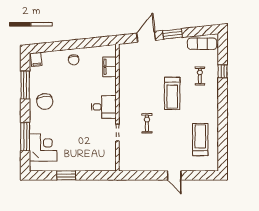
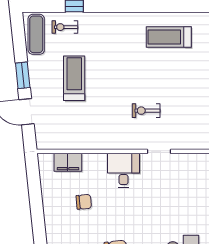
chair: (74, 60) -> (84, 202), moved
exercise bike: (200, 76) -> (65, 27), moved
treadmill: (172, 93) -> (74, 78), moved, turned -90

